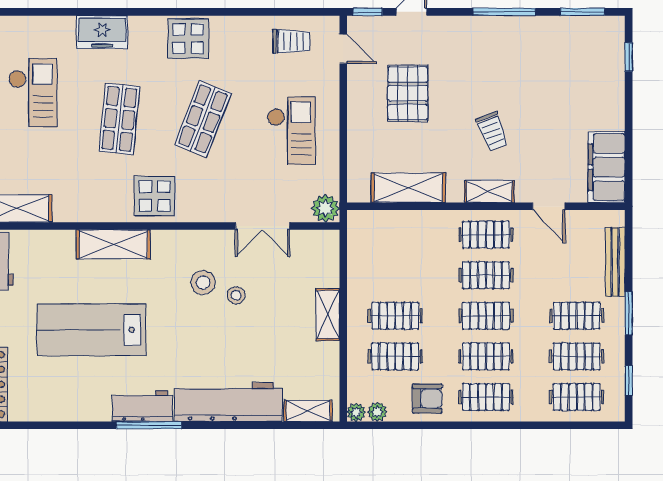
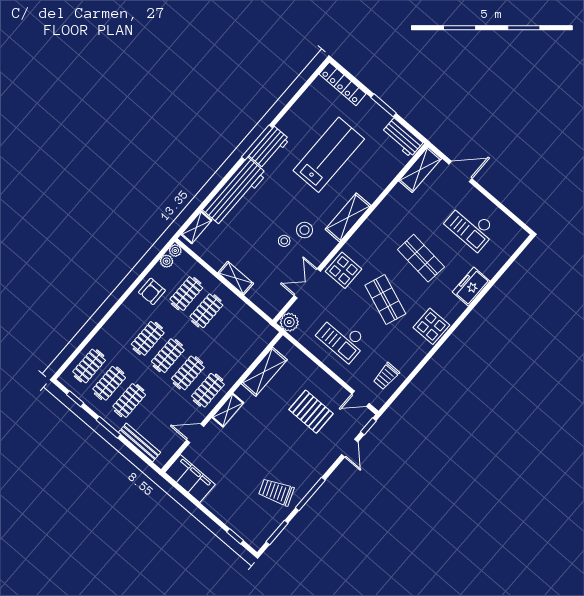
trolley: (492, 131) -> (276, 492), moved, width x1.36, depth x1.39
display table: (155, 196) -> (344, 270), moved
shelving: (113, 244) -> (348, 217), moved
clothes rail: (486, 397) -> (128, 321), removed

